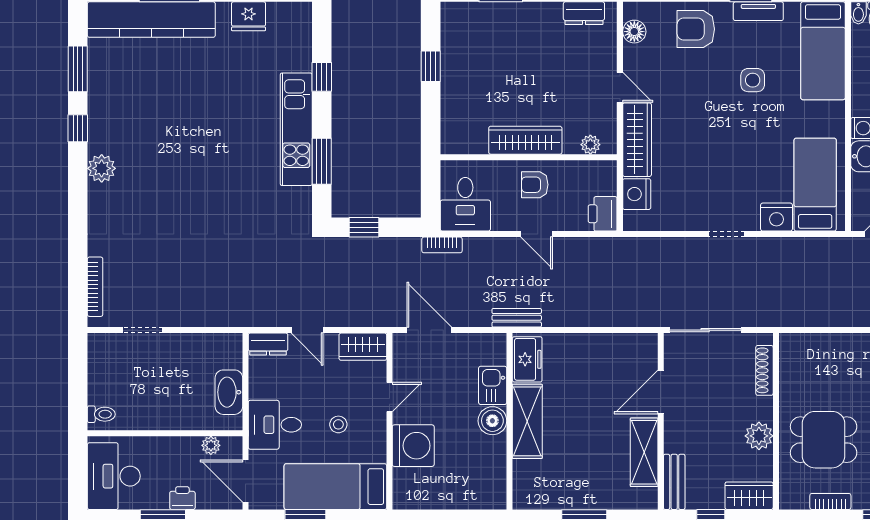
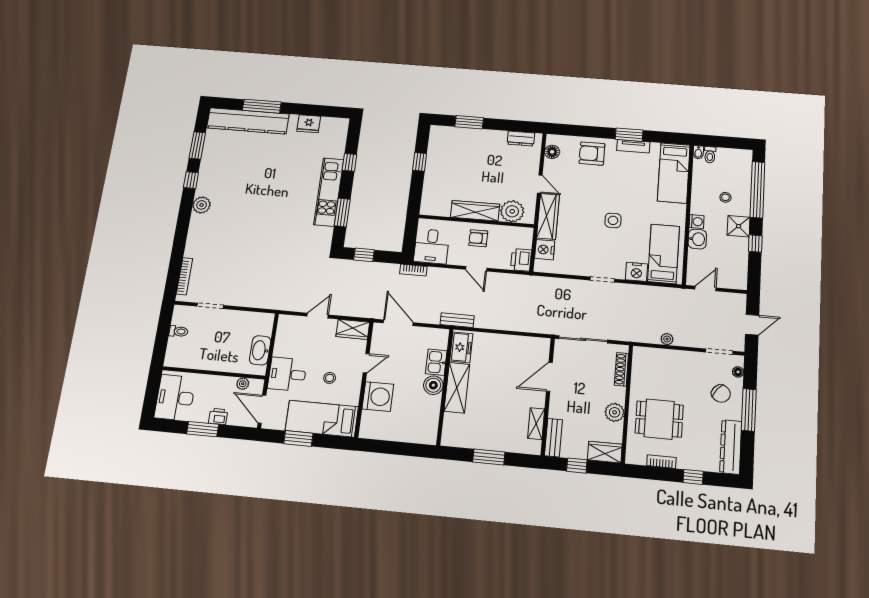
side table: (753, 80) -> (613, 220), moved
plant: (590, 145) -> (512, 211), width x1.87, depth x1.87
plant: (828, 318) -> (667, 339), added
door: (307, 330) -> (318, 316), swing flipped
dresser: (268, 344) -> (291, 322), removed
toilet: (101, 414) -> (179, 331), moved
shelving: (644, 452) -> (536, 424), width x0.67, depth x0.75

